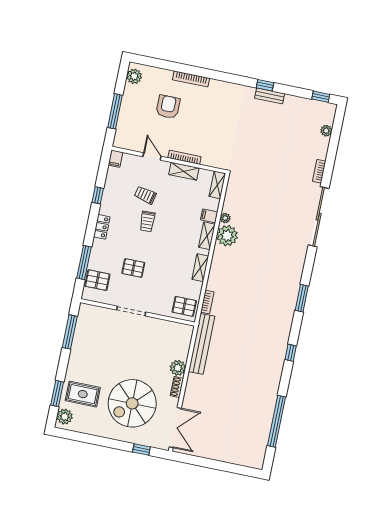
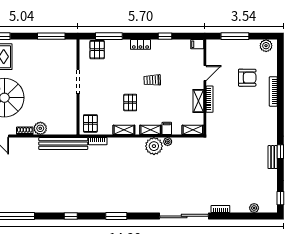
trolley: (145, 195) -> (173, 74), removed
pallet: (133, 268) -> (130, 103), moved

